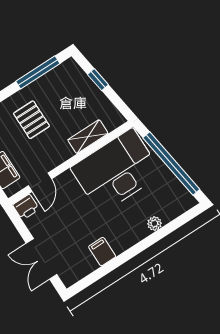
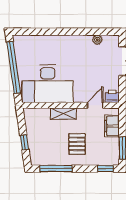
shelving: (88, 137) -> (63, 114), moved
plant: (154, 224) -> (97, 40), moved
filing cabinet: (102, 252) -> (85, 43), removed

